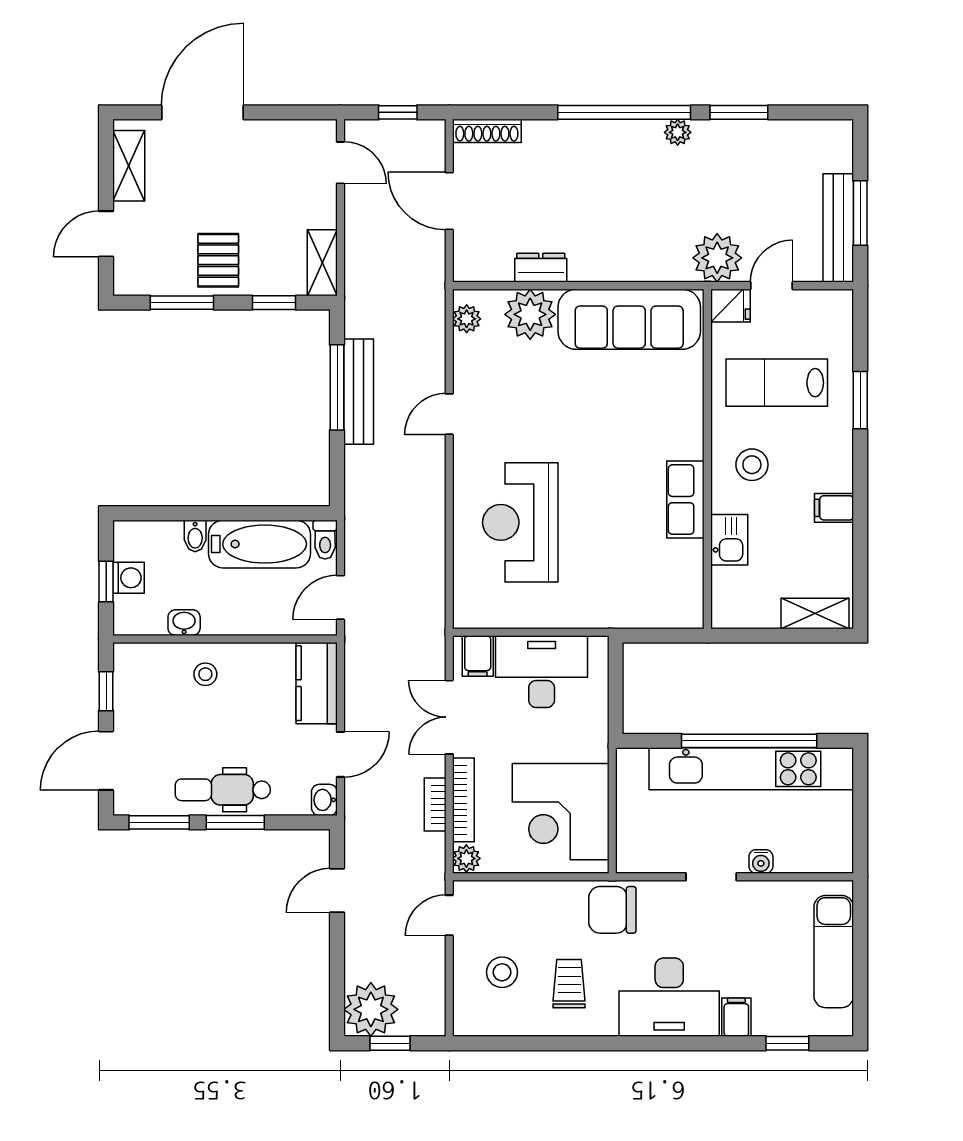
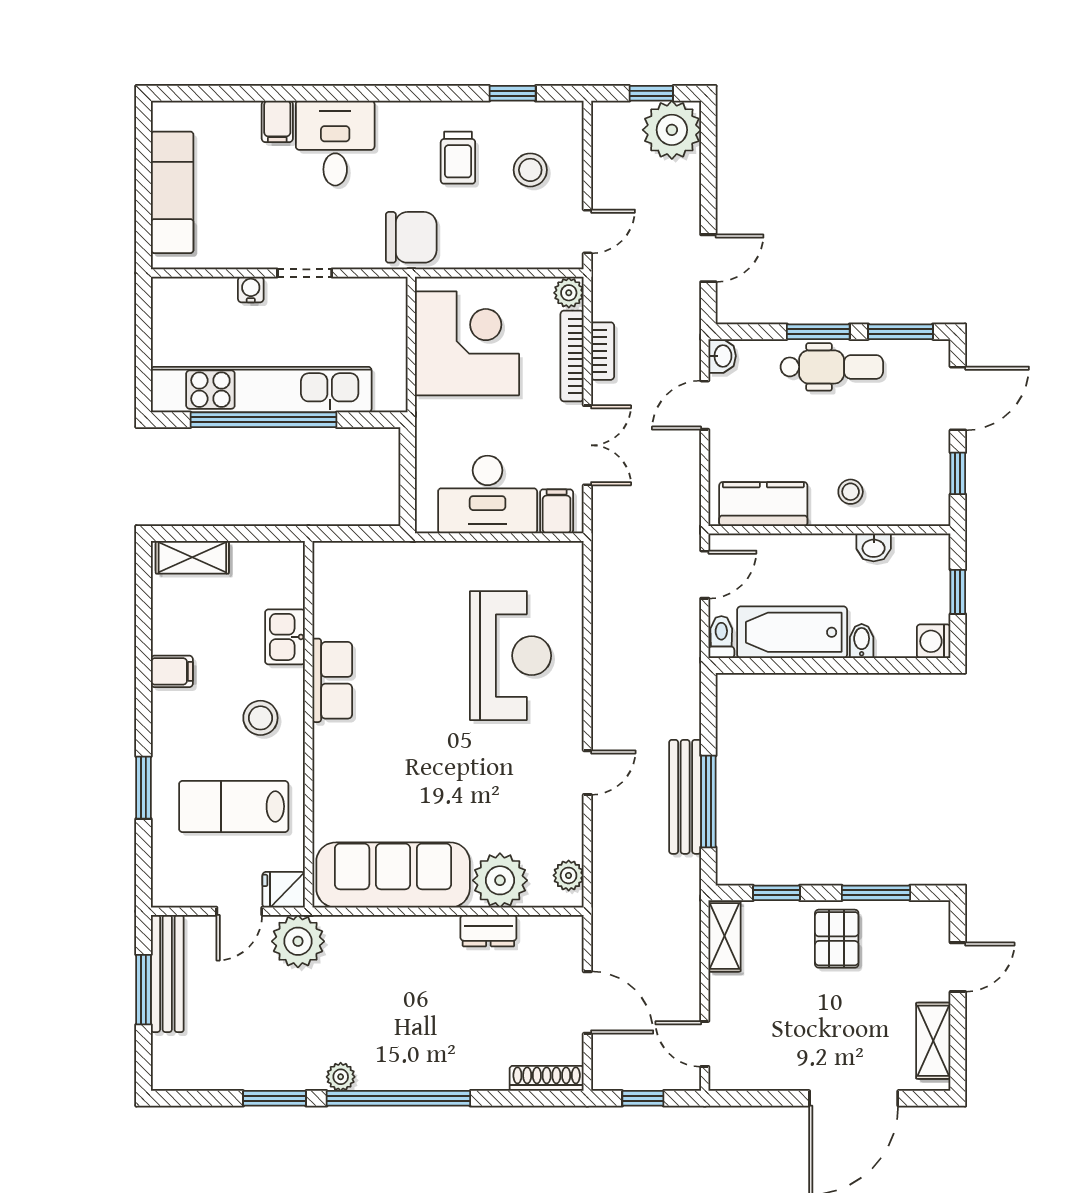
lab bench: (777, 383) -> (234, 806), turned 180
washing machine: (128, 578) -> (934, 641), moved
kitchen counter: (317, 683) -> (763, 504), moved, turned -90
desk: (669, 997) -> (335, 143), width x0.73
window: (787, 1043) -> (513, 93), moved

